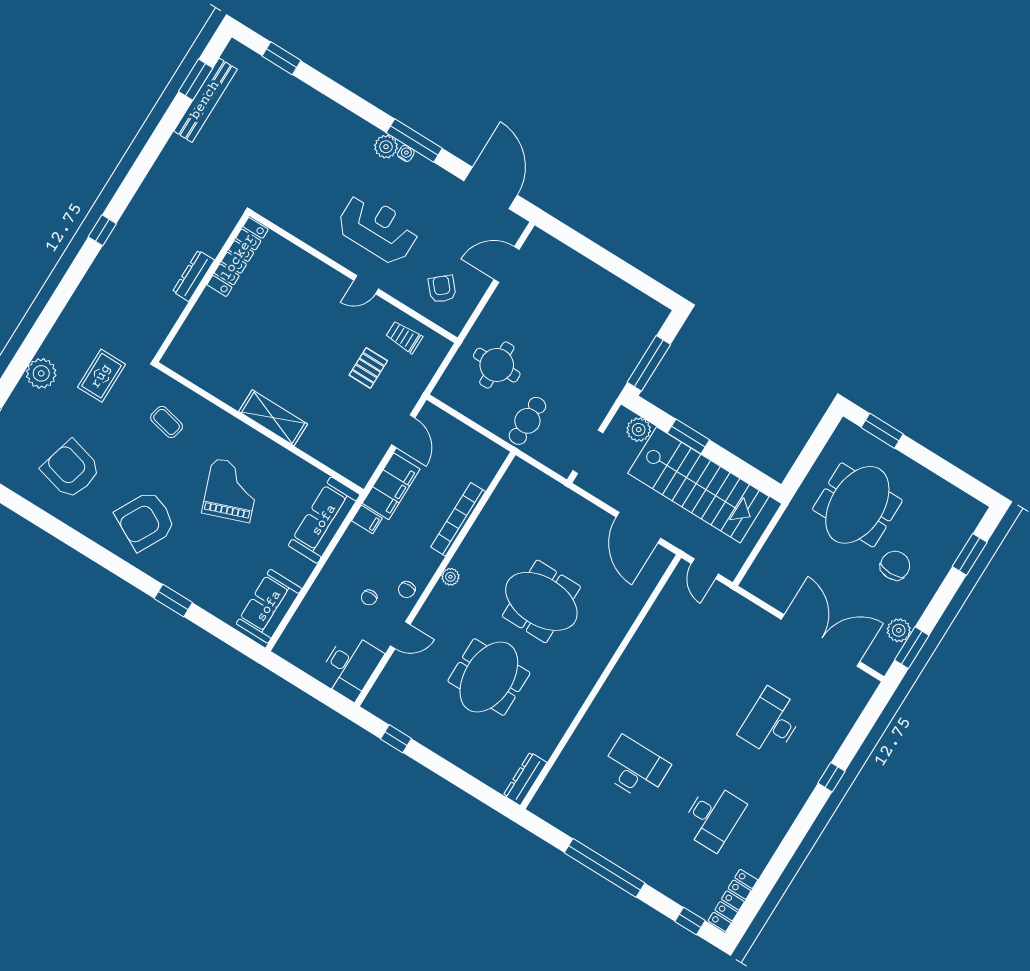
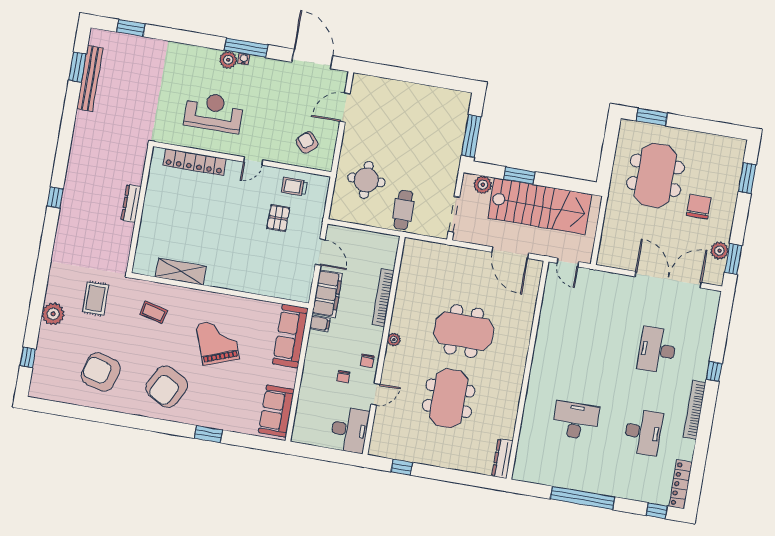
reception desk: (378, 229) -> (214, 112), moved
locker: (238, 257) -> (195, 162), moved, turned 90
shelving: (273, 418) -> (181, 272), moved
bookcase: (788, 815) -> (695, 410), added

